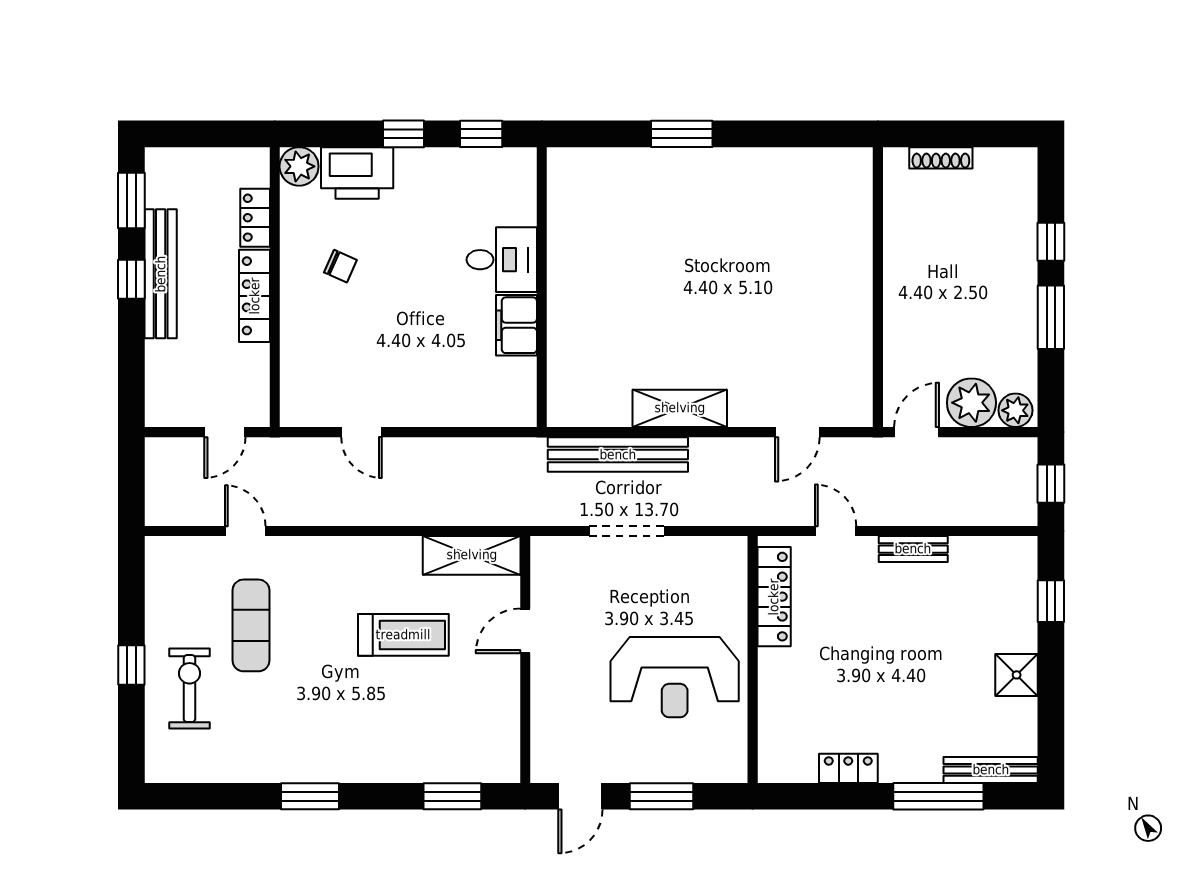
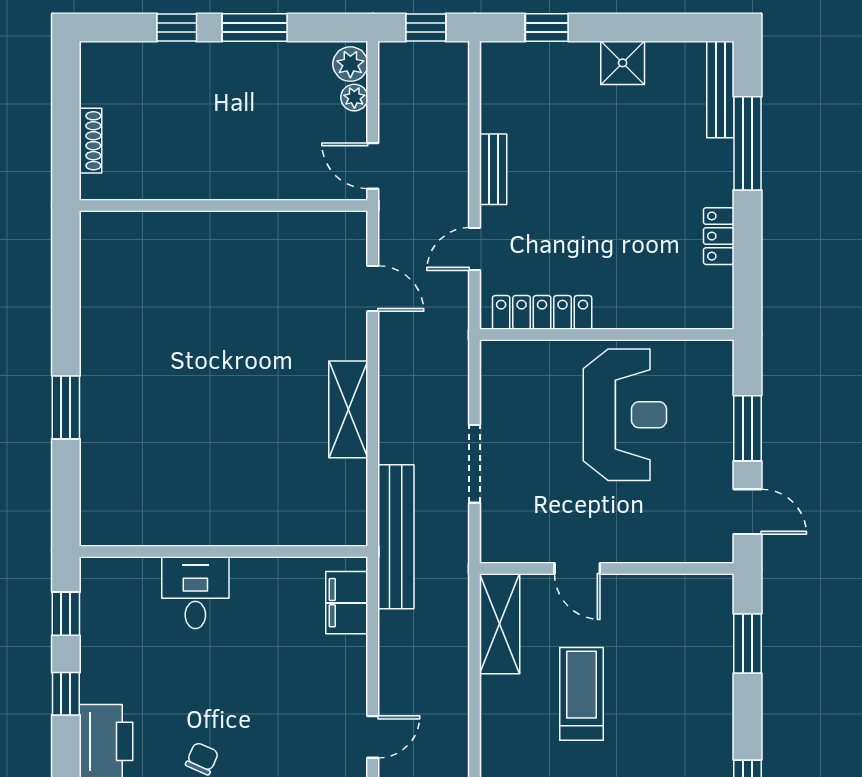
filing cabinet: (517, 325) -> (347, 603), moved, turned 90
plant: (971, 403) -> (354, 98), width x0.53, depth x0.53
bench: (618, 455) -> (396, 537), moved

